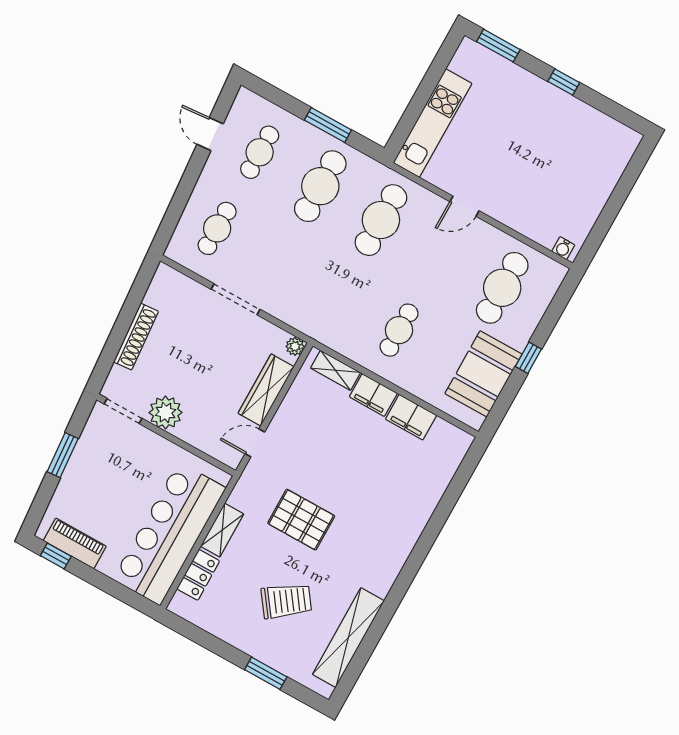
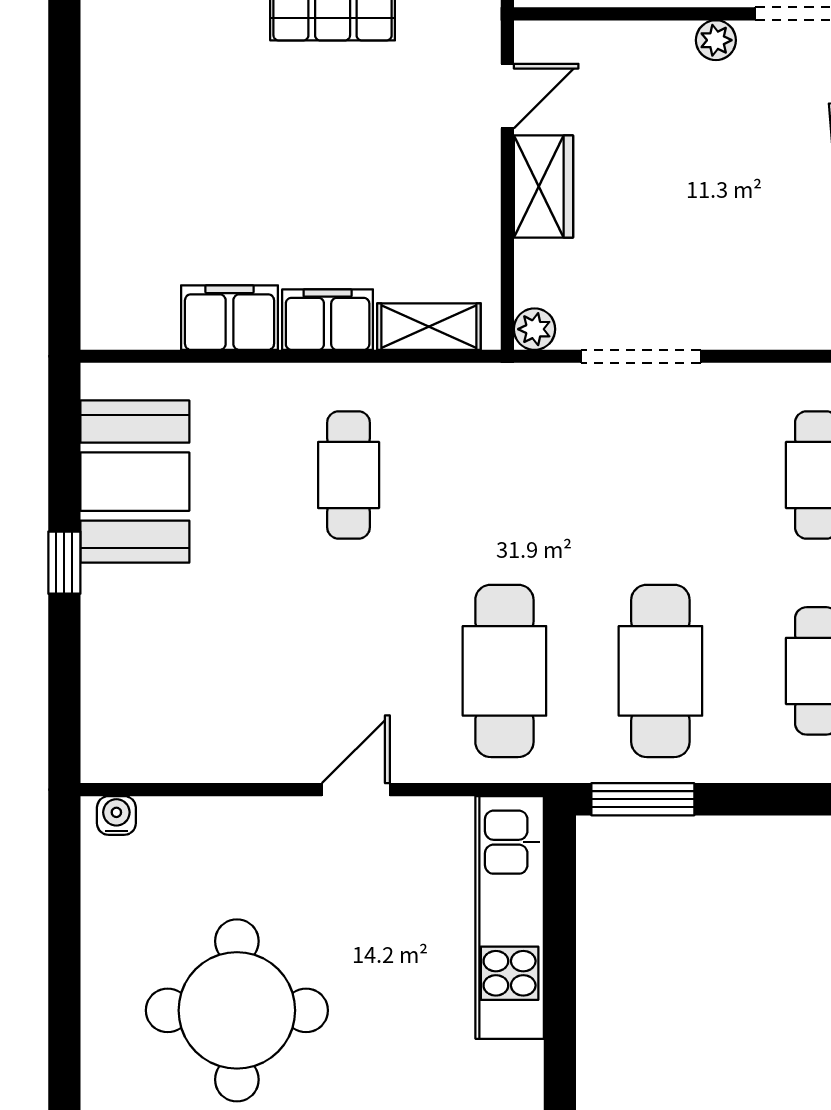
window: (328, 125) -> (643, 799), moved
round table: (559, 146) -> (237, 1010), added
cafe table: (502, 288) -> (193, 671), removed
doorway: (236, 299) -> (641, 356), moved
wardrobe: (266, 390) -> (543, 186), width x0.67
plant: (166, 412) -> (716, 40), width x0.53, depth x0.53

